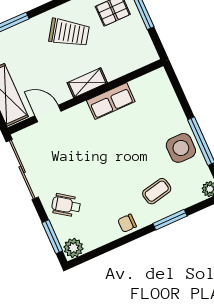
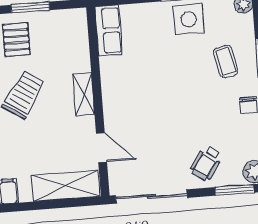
row of seats: (111, 101) -> (109, 31), moved
door: (48, 114) -> (102, 148), swing flipped

